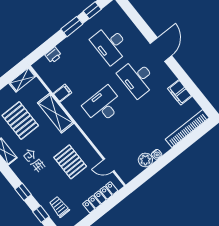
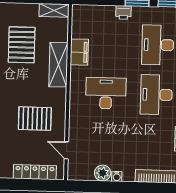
printer: (53, 55) -> (123, 12), moved
filing cabinet: (62, 93) -> (79, 52), width x2.00
pallet: (70, 162) -> (35, 119), turned 90

